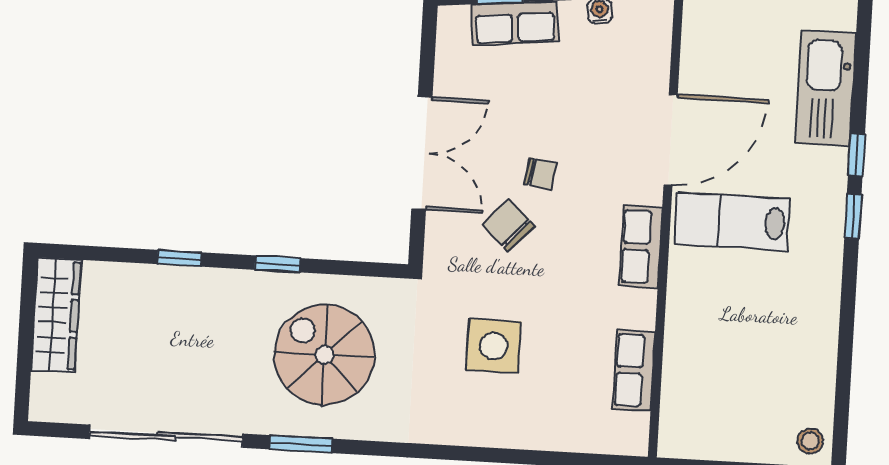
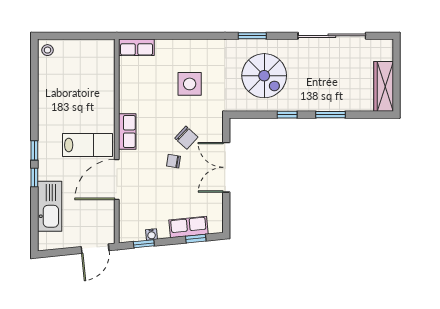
window: (180, 258) -> (331, 115), width x1.50
row of seats: (634, 370) -> (137, 47), moved, turned 90
window: (301, 444) -> (252, 36), moved

